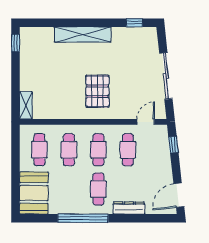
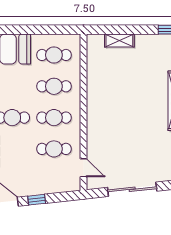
pallet: (97, 91) -> (116, 117), removed
shelving: (26, 105) -> (119, 41), moved
window: (173, 145) -> (37, 200), moved

